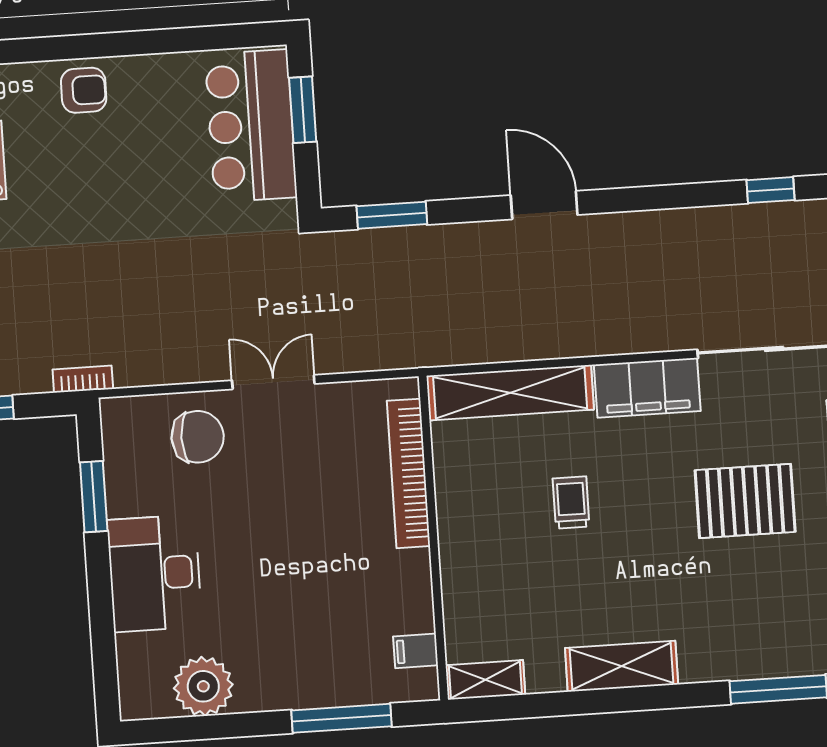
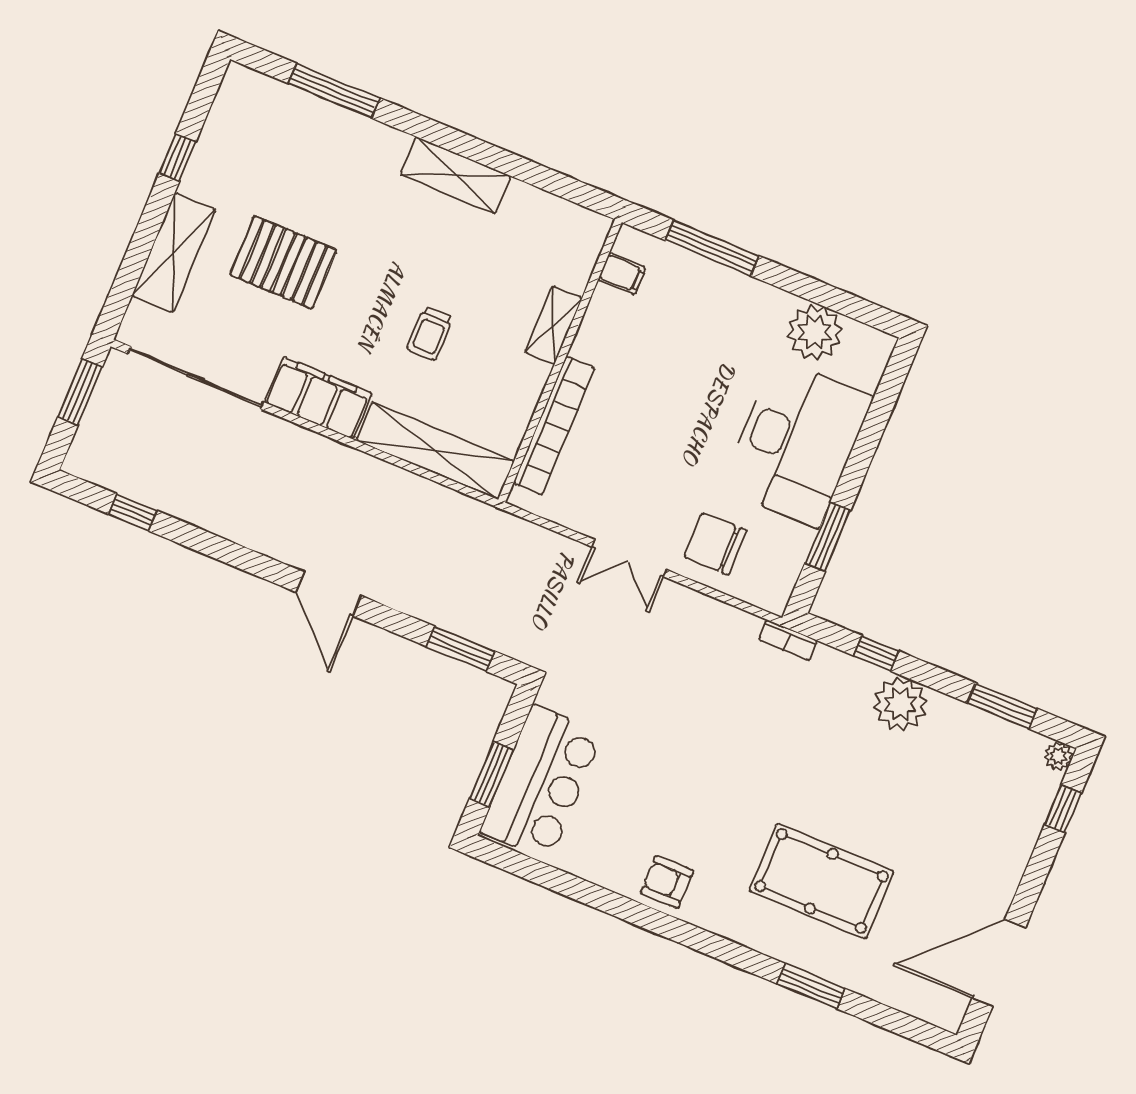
desk: (155, 573) -> (797, 443), width x1.36, depth x1.30
shelving: (485, 680) -> (553, 325), moved, turned 90

